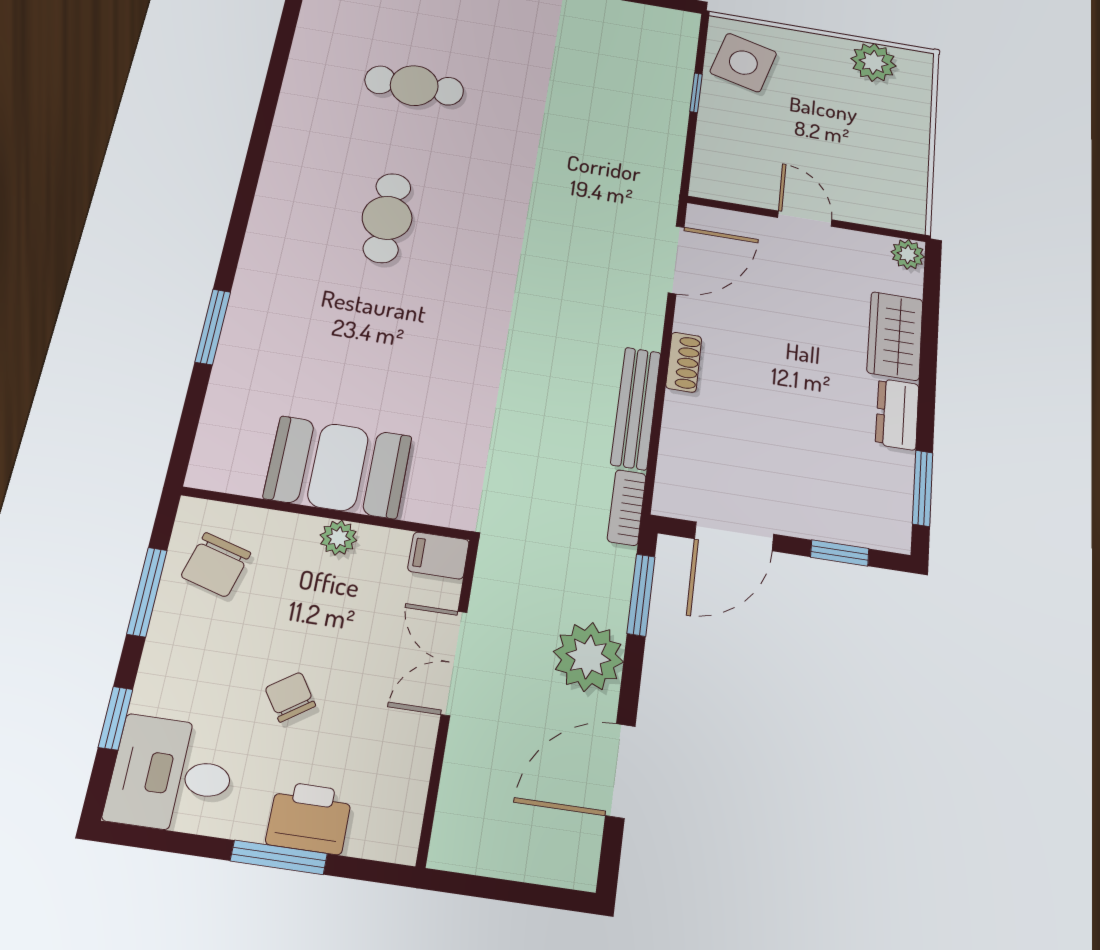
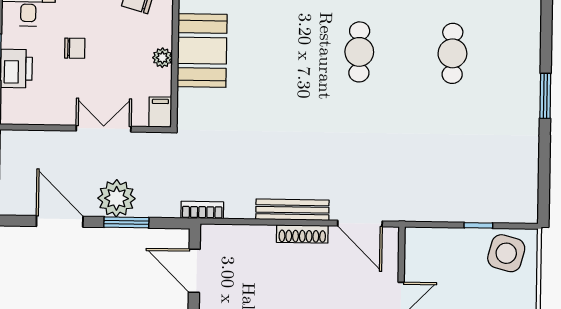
cafe table: (387, 218) -> (359, 52), turned 90
shoe rack: (684, 362) -> (302, 234), width x1.43
bench: (636, 408) -> (292, 210), moved
window: (641, 595) -> (126, 222), moved
chair: (290, 697) -> (75, 48), turned 34

